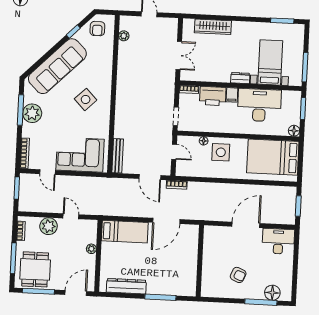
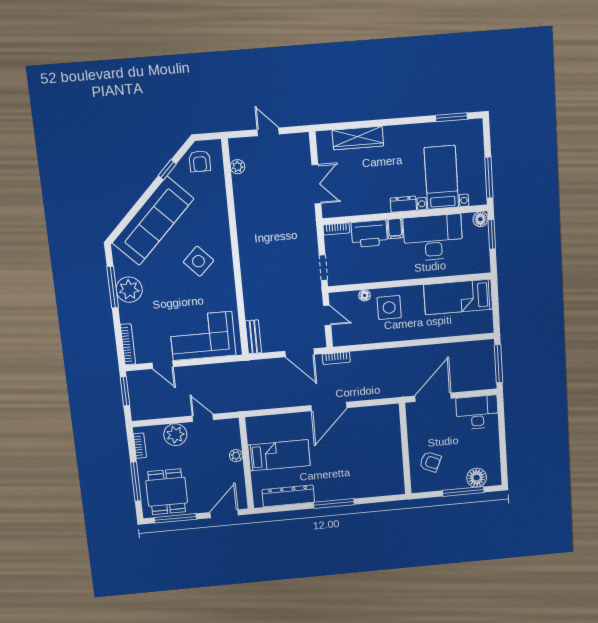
floor lamp: (294, 131) -> (480, 219), moved
bench: (118, 156) -> (253, 337), width x0.73
bed: (273, 157) -> (458, 297), width x0.67
window: (298, 206) -> (498, 364), width x1.44
bed: (125, 232) -> (279, 455), moved
wall: (200, 261) -> (405, 449), moved

